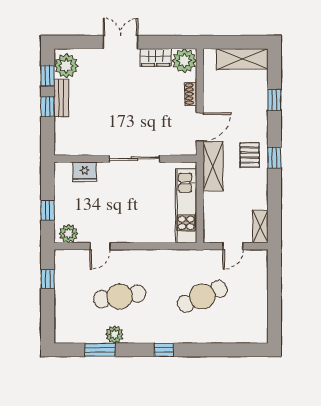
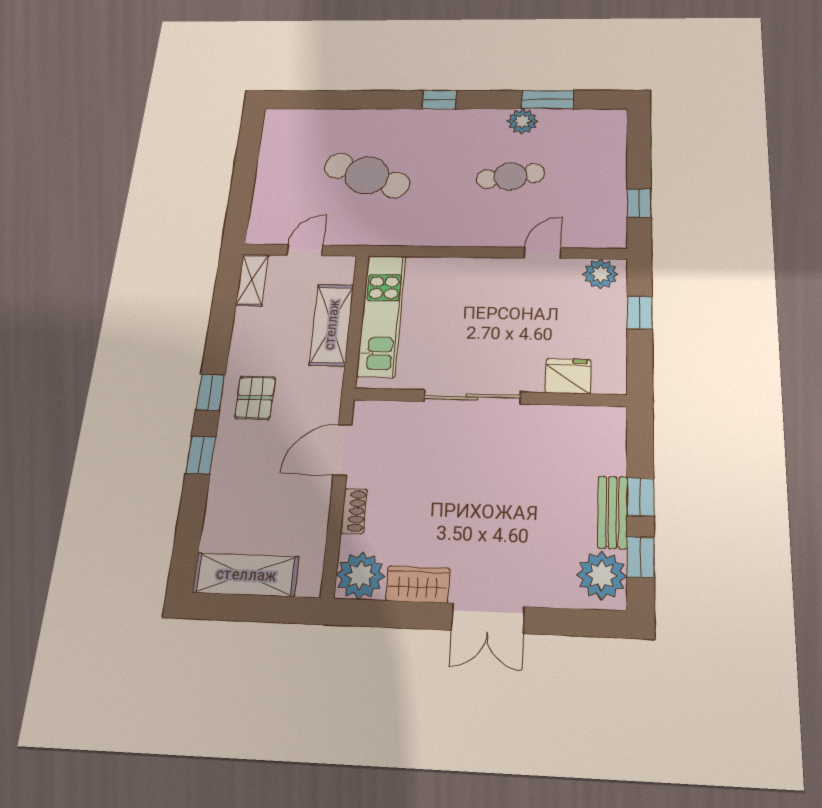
window: (274, 100) -> (201, 455), moved
shelving: (213, 166) -> (332, 325), moved
cafe table: (120, 296) -> (511, 176), width x0.73, depth x0.74
cafe table: (202, 296) -> (367, 175), turned 45

